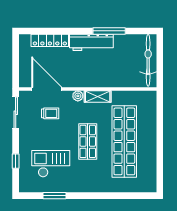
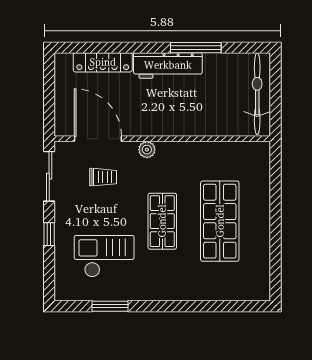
shelving: (98, 96) -> (178, 150), removed
shop shelf: (124, 141) -> (220, 221), width x0.71
window: (16, 161) -> (49, 234), moved

